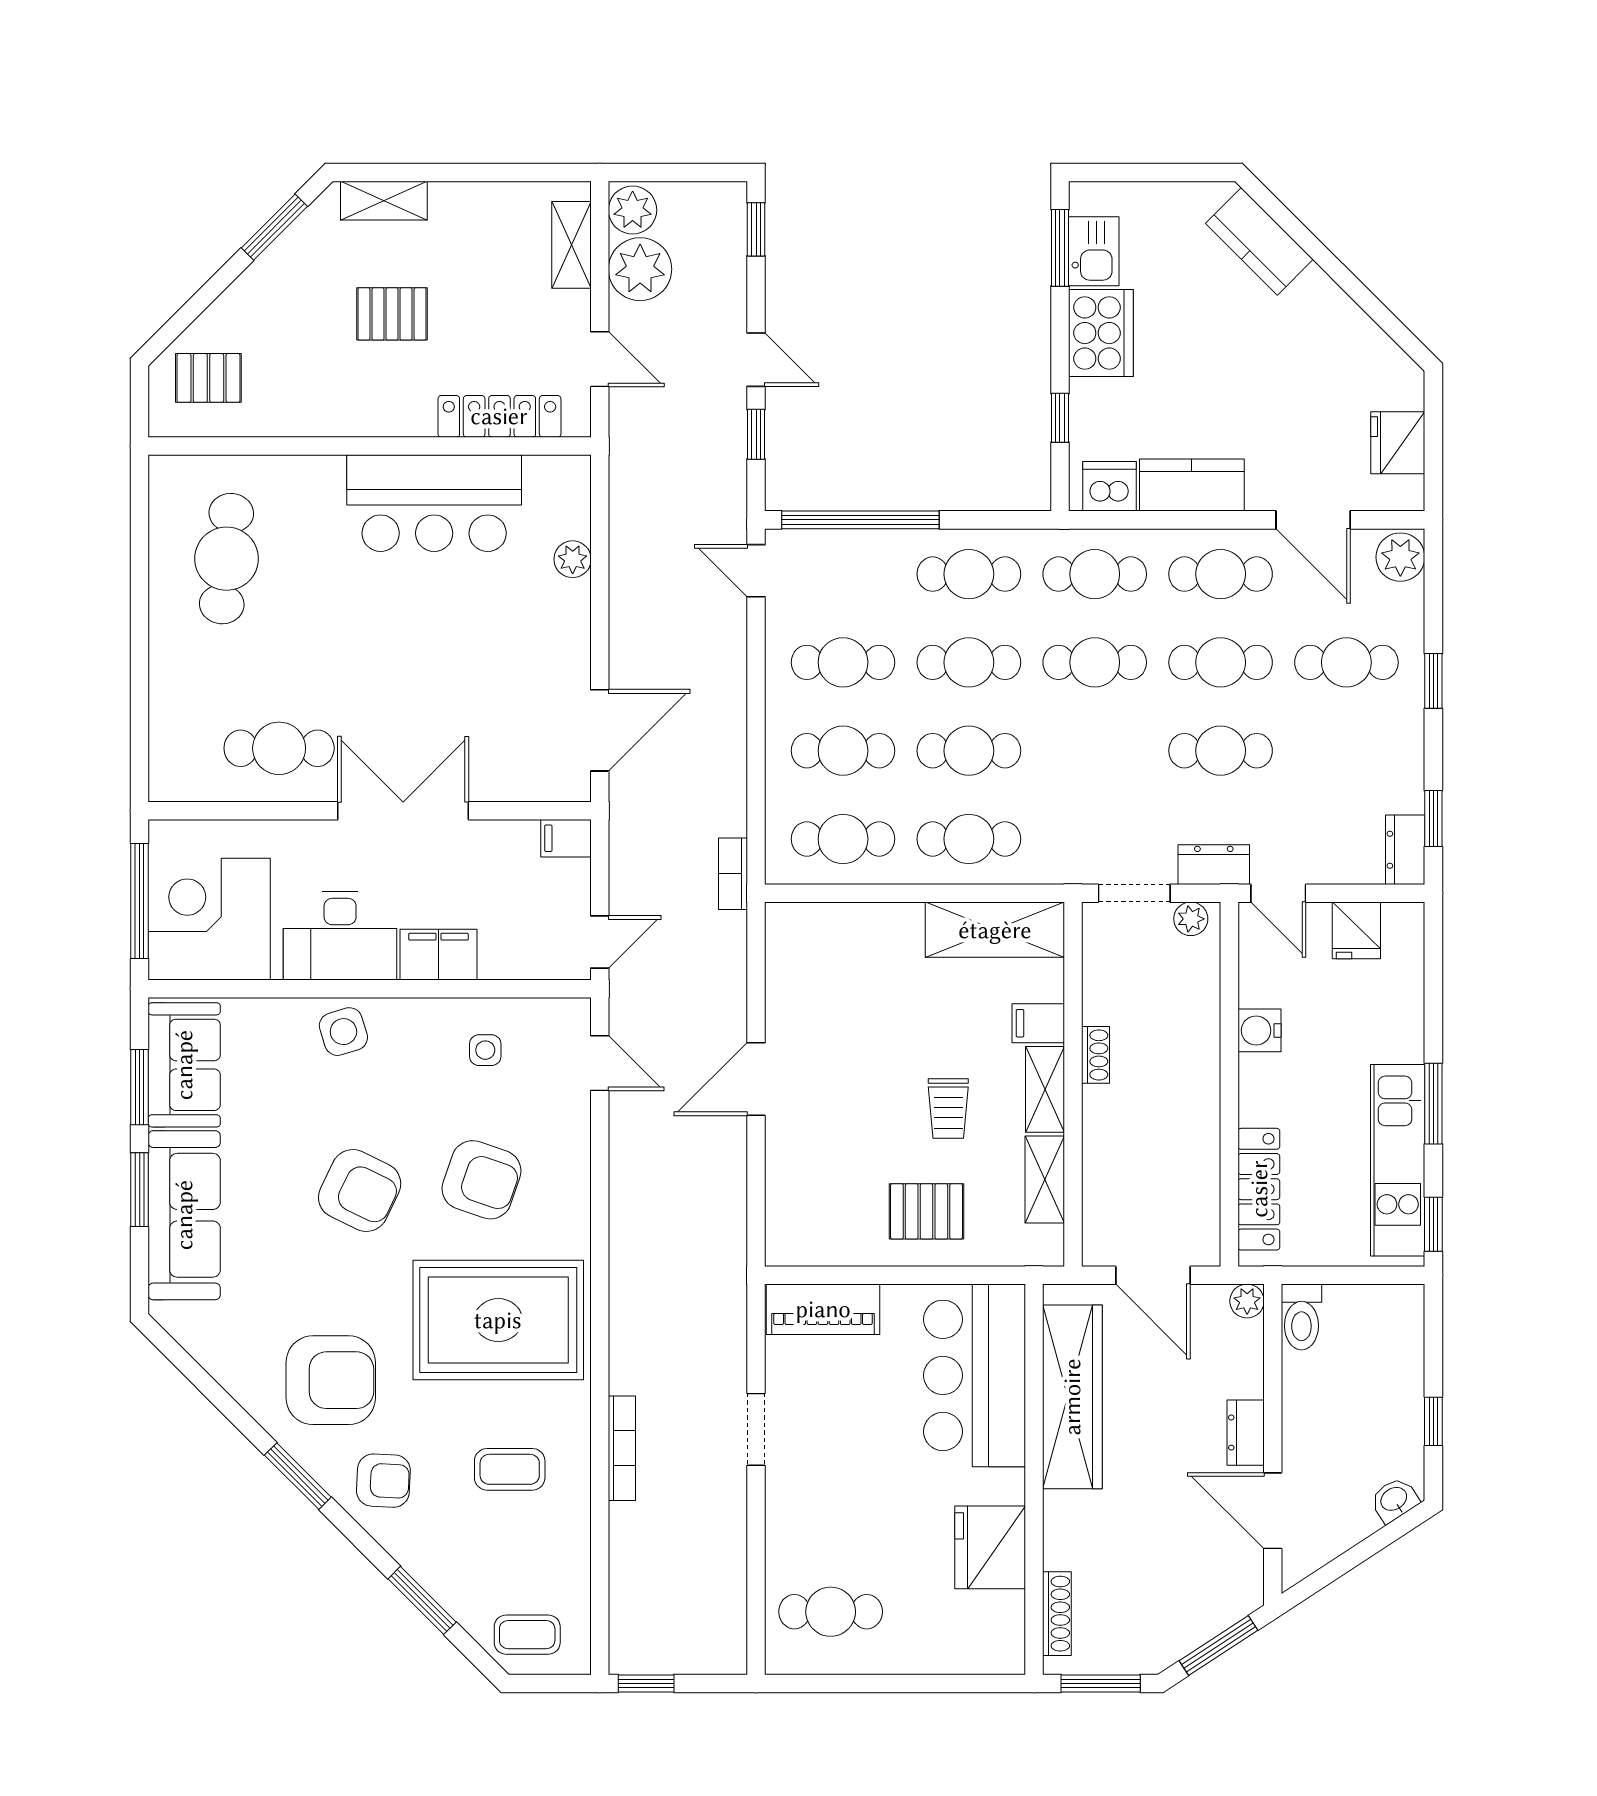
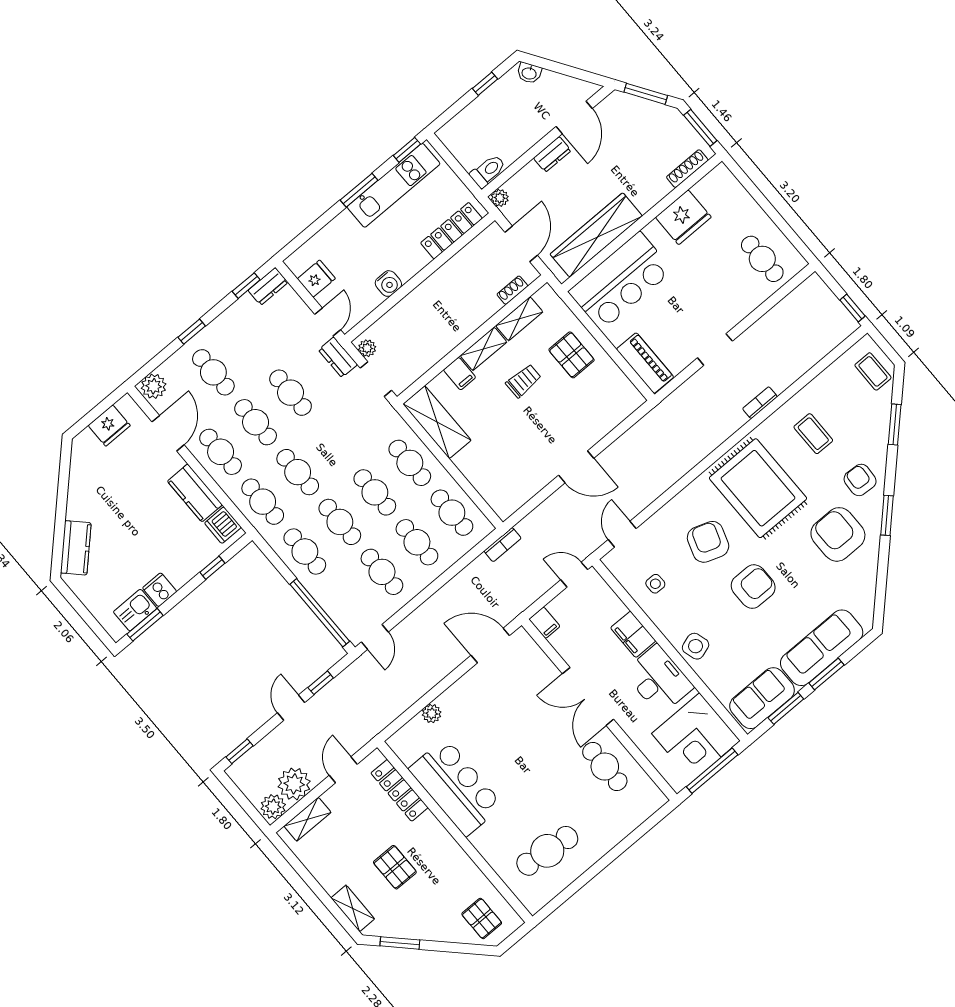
cooker: (1101, 333) -> (160, 590), width x0.53, depth x0.76
shoe rack: (1096, 1055) -> (512, 290), moved
armchair: (360, 1190) -> (753, 587), turned 64
bookcase: (622, 1448) -> (760, 403), width x0.64

